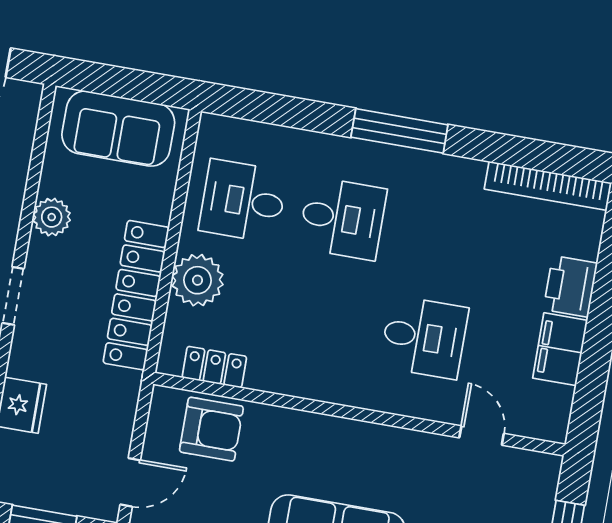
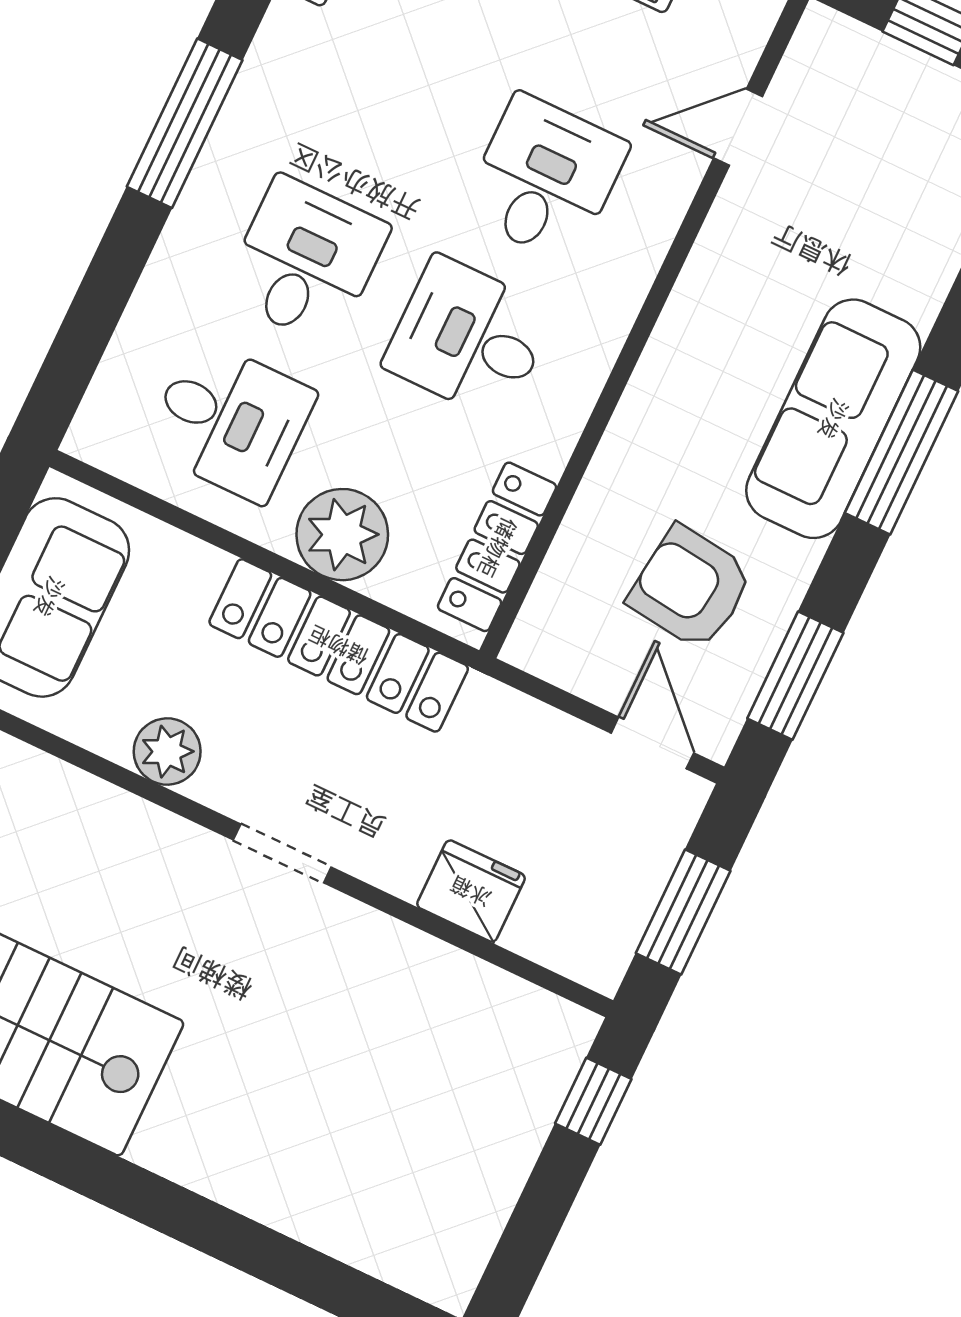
desk: (243, 201) -> (230, 420), turned -90
desk: (325, 320) -> (469, 338), added
locker: (214, 367) -> (497, 547), width x1.53
armchair: (211, 429) -> (691, 588), moved, turned -83

